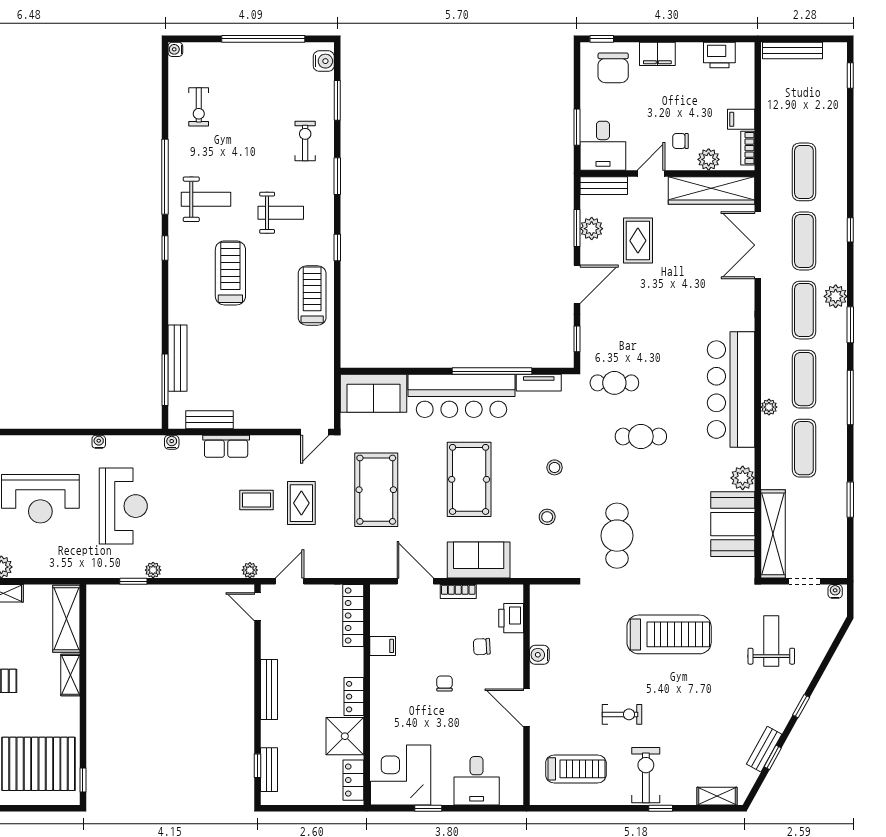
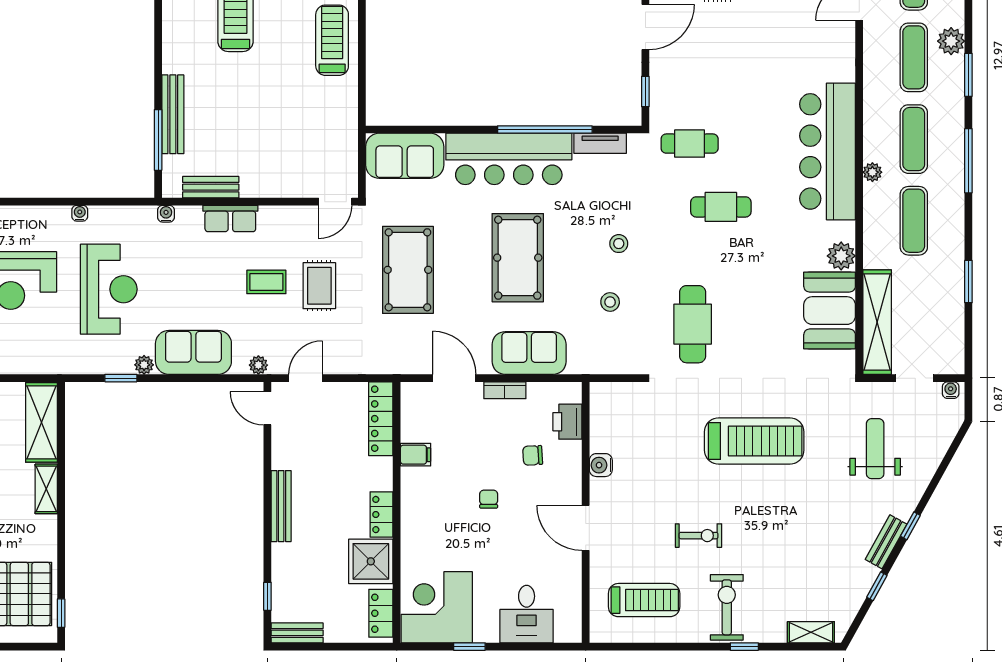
sofa: (195, 559) -> (193, 352), added
bench: (764, 749) -> (886, 542), moved
bench: (269, 770) -> (297, 633), moved, turned 90

